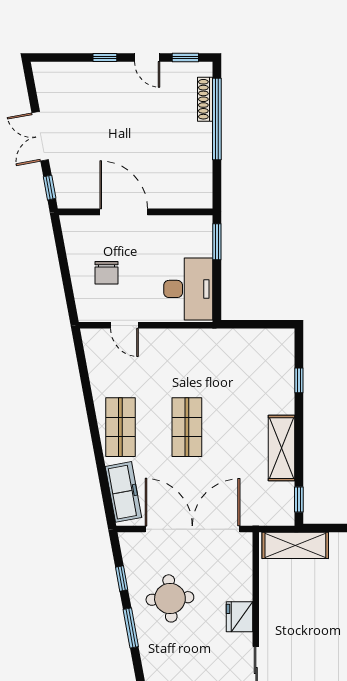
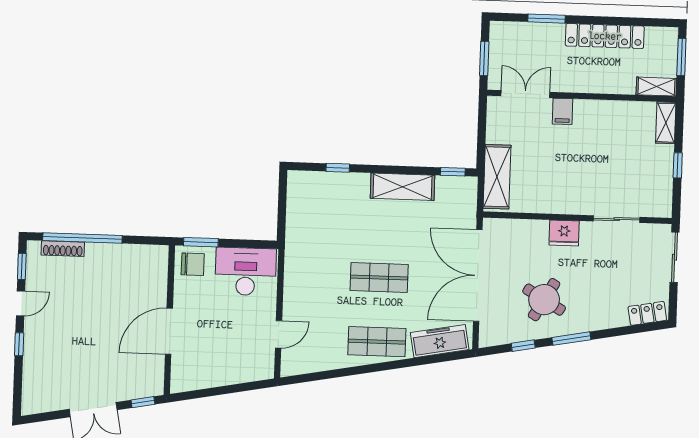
chair: (106, 273) -> (193, 264), moved
round table: (170, 598) -> (544, 300), turned 34

